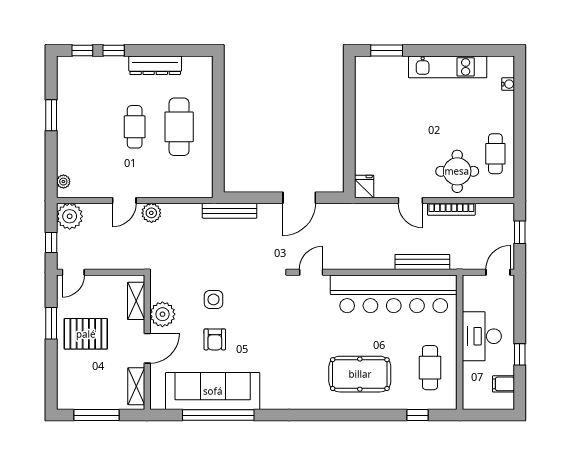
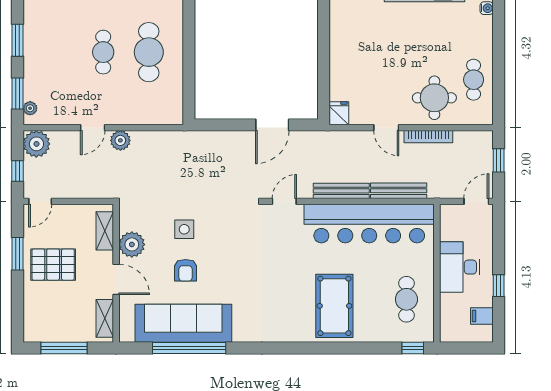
window: (51, 167) -> (18, 93), added
bench: (230, 211) -> (341, 191), moved
door: (147, 348) -> (116, 279), hinge flipped
pool table: (360, 374) -> (334, 306), turned 90
window: (417, 415) -> (413, 348), moved

